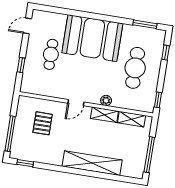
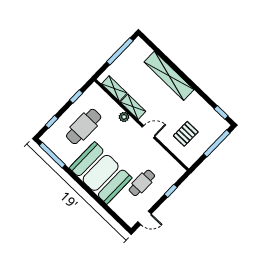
window: (145, 24) -> (52, 155), width x1.44
window: (158, 100) -> (76, 96), moved

